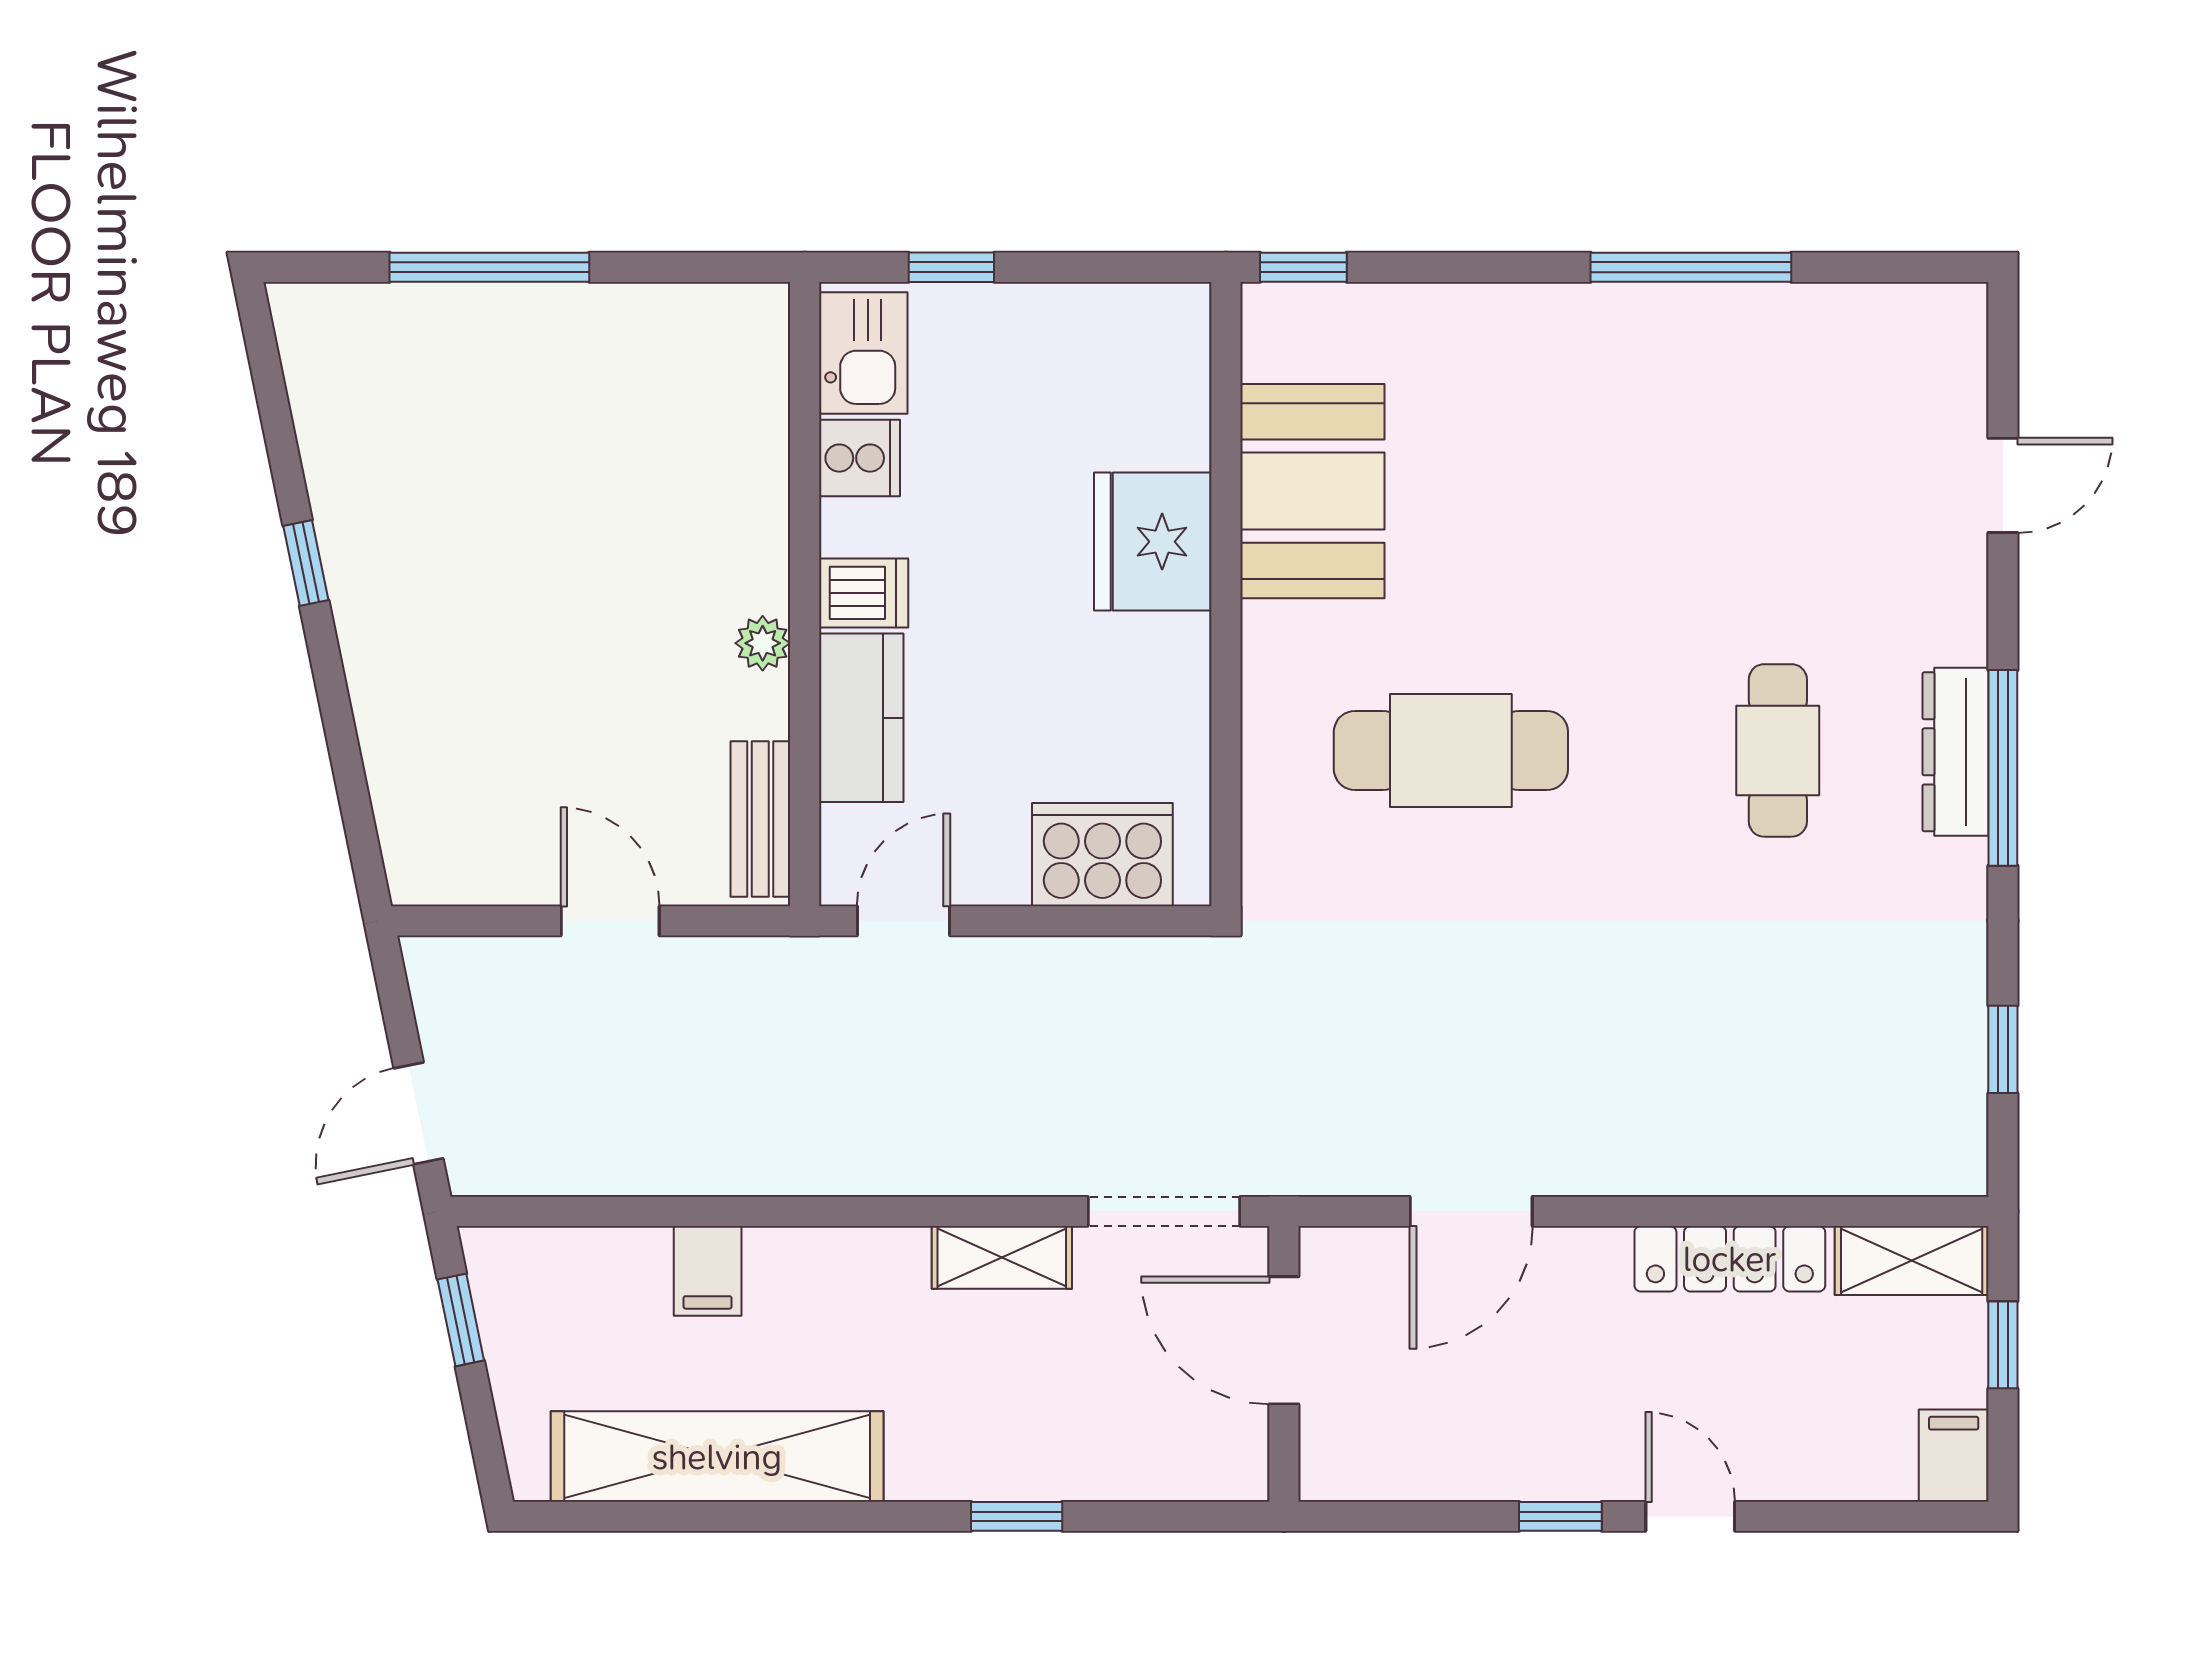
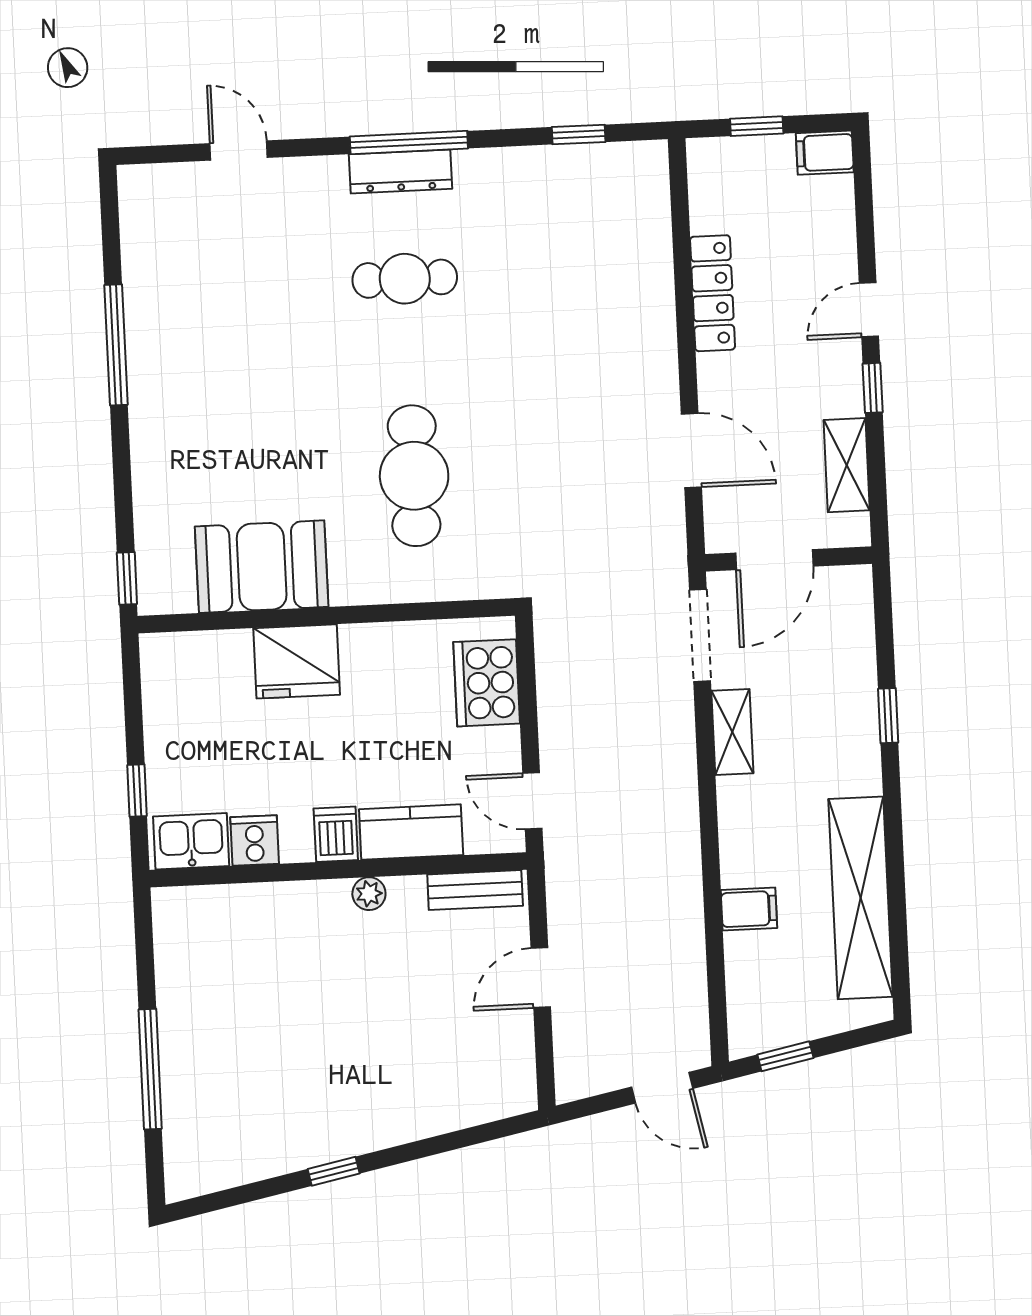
shelving: (1912, 1260) -> (847, 465), moved

